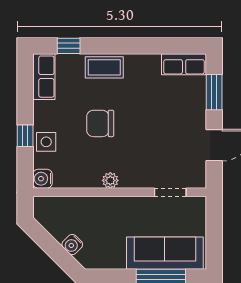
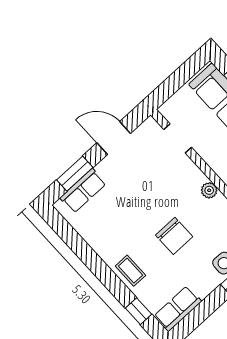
row of seats: (184, 64) -> (83, 191), moved, turned 90
coffee table: (104, 67) -> (130, 271), width x0.73, depth x0.77

